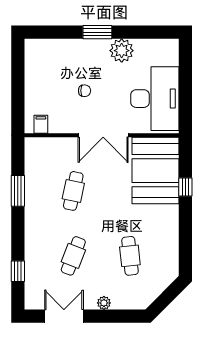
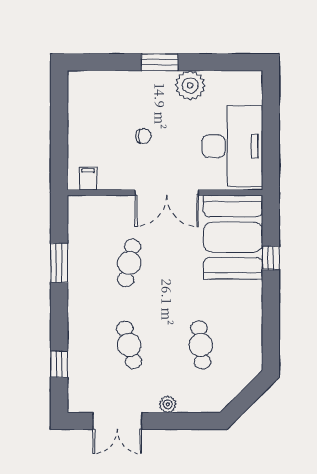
cafe table: (73, 256) -> (129, 345), turned -36
double door: (64, 316) -> (117, 421), swing flipped

